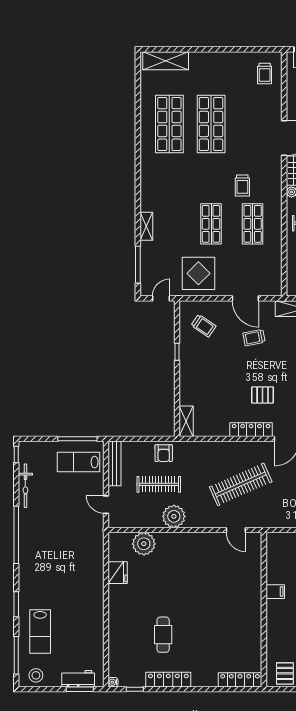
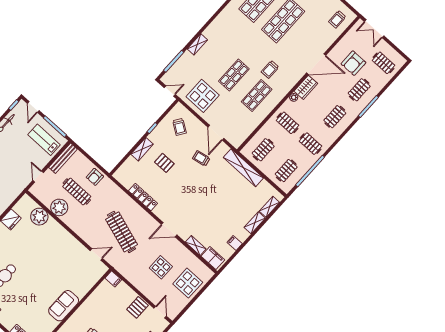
pallet: (263, 395) -> (164, 163), moved
shelving: (186, 421) -> (142, 149), moved
locker: (251, 430) -> (143, 197), moved
door: (38, 439) -> (33, 107), added
clothes rail: (241, 484) -> (121, 232), turned 42
plant: (174, 516) -> (59, 207), moved
door: (236, 530) -> (96, 254), swing flipped
filing cabinet: (275, 592) -> (113, 279), moved
sofa: (249, 611) -> (64, 306), added

